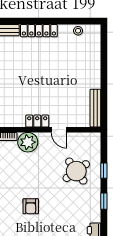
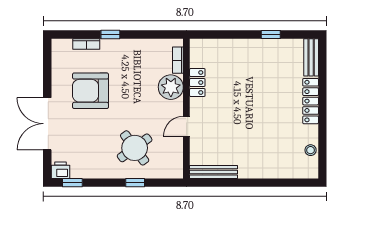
locker: (37, 121) -> (197, 82), moved
window: (104, 201) -> (72, 183), moved
armchair: (31, 206) -> (91, 91), width x1.88, depth x1.88

